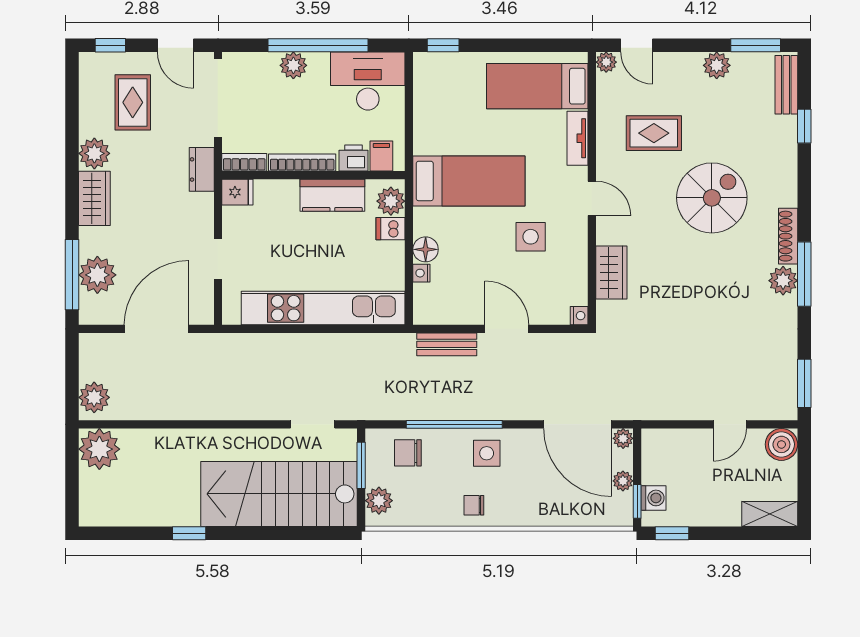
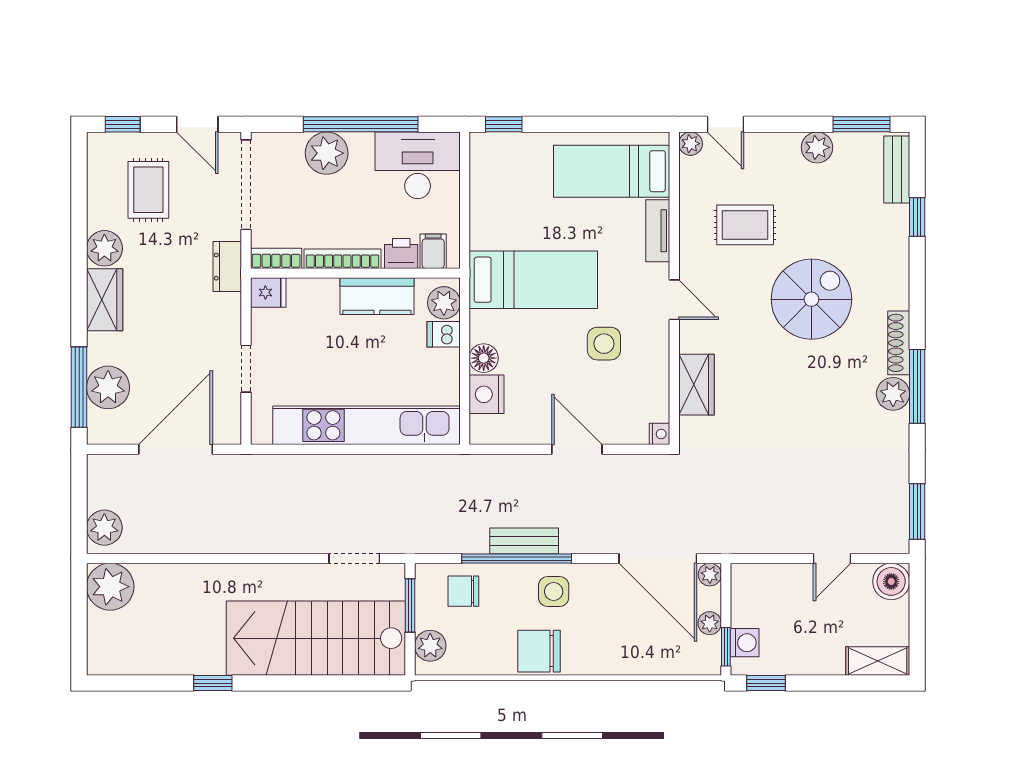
plant: (293, 65) -> (327, 153), width x1.36, depth x1.36
nightstand: (421, 273) -> (487, 394), width x1.89, depth x1.79
bench: (447, 344) -> (524, 541), moved
chair: (474, 505) -> (539, 651), width x1.87, depth x1.87

